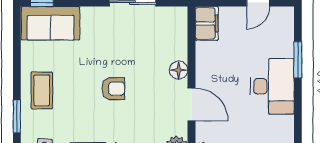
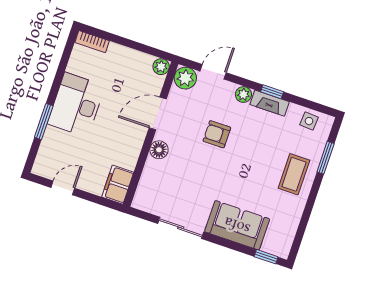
sofa: (51, 23) -> (237, 225), moved
armchair: (113, 89) -> (217, 134), moved
door: (192, 104) -> (158, 113), hinge flipped

